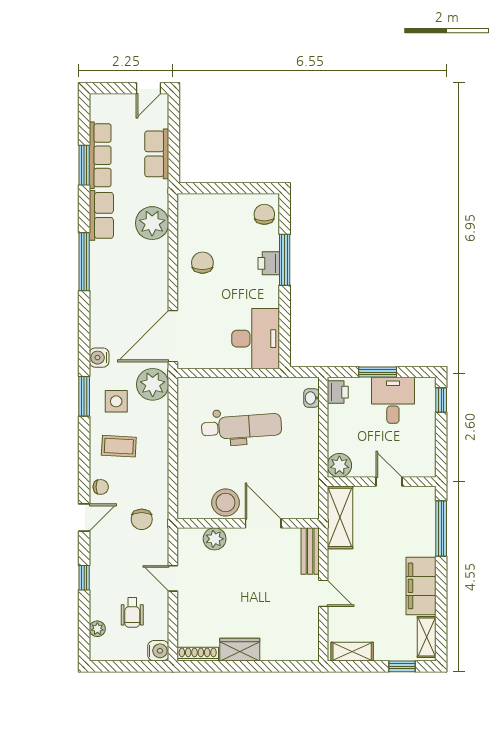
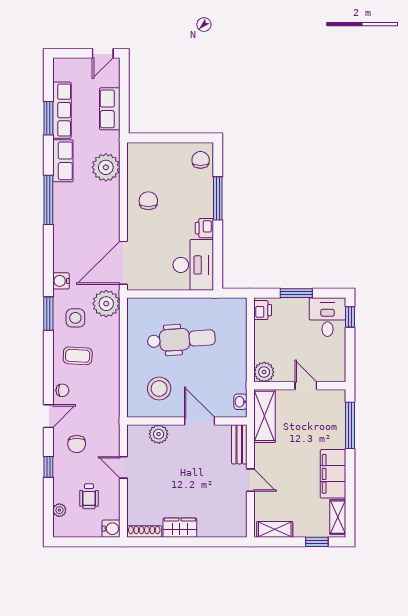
printer: (269, 263) -> (204, 228), moved
washbasin: (311, 398) -> (240, 402), moved
desk: (393, 400) -> (328, 317), moved
stool: (226, 503) -> (159, 389), moved
chair: (142, 519) -> (77, 444), moved

